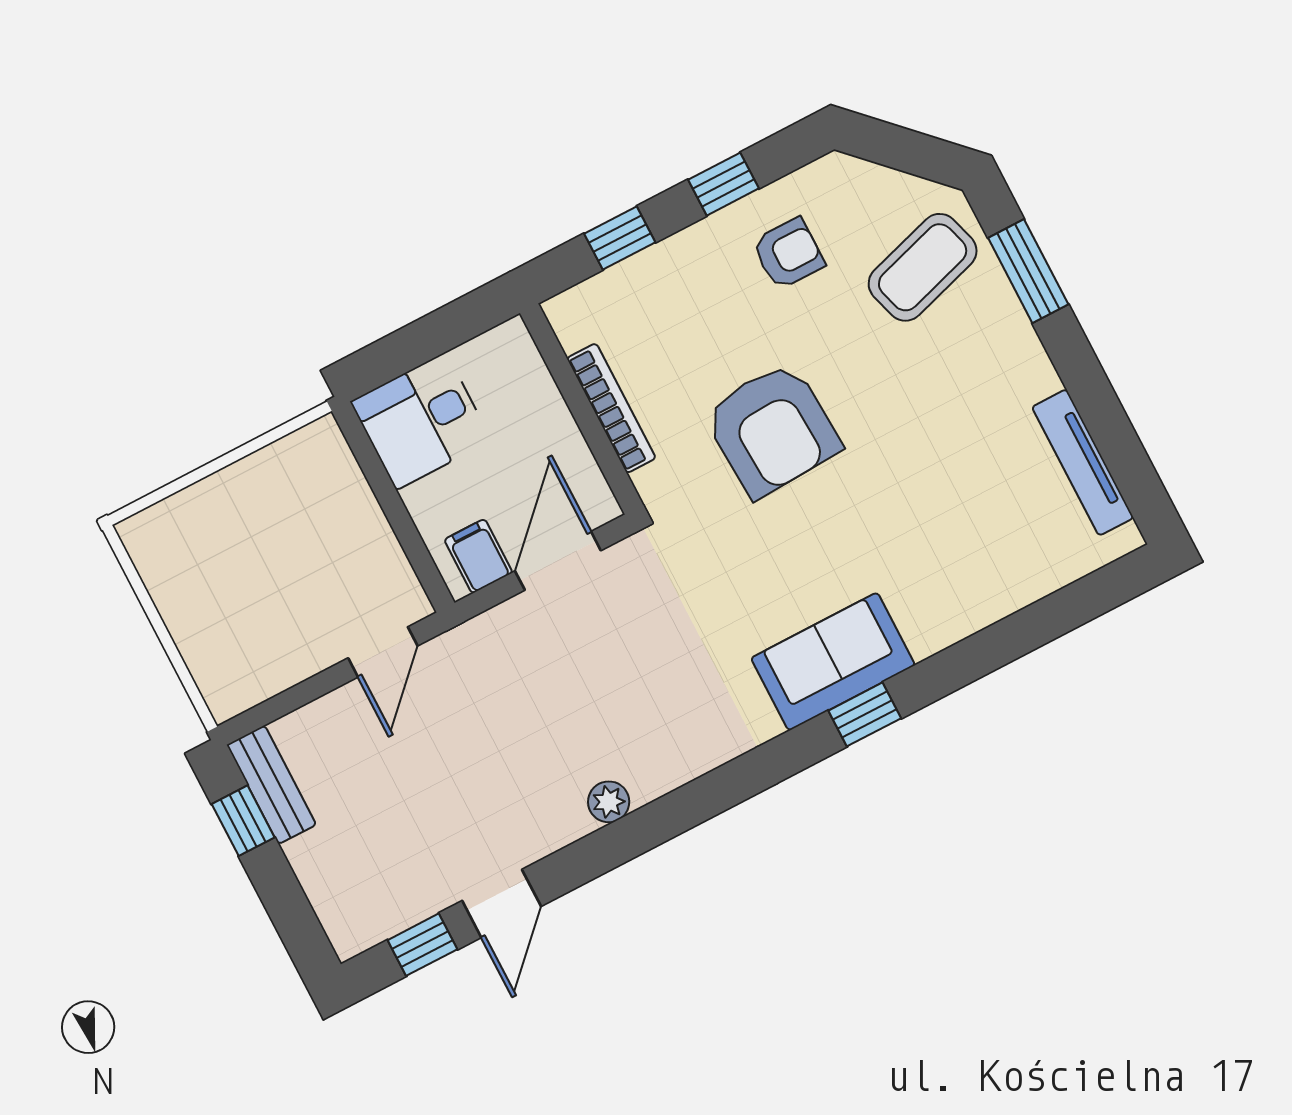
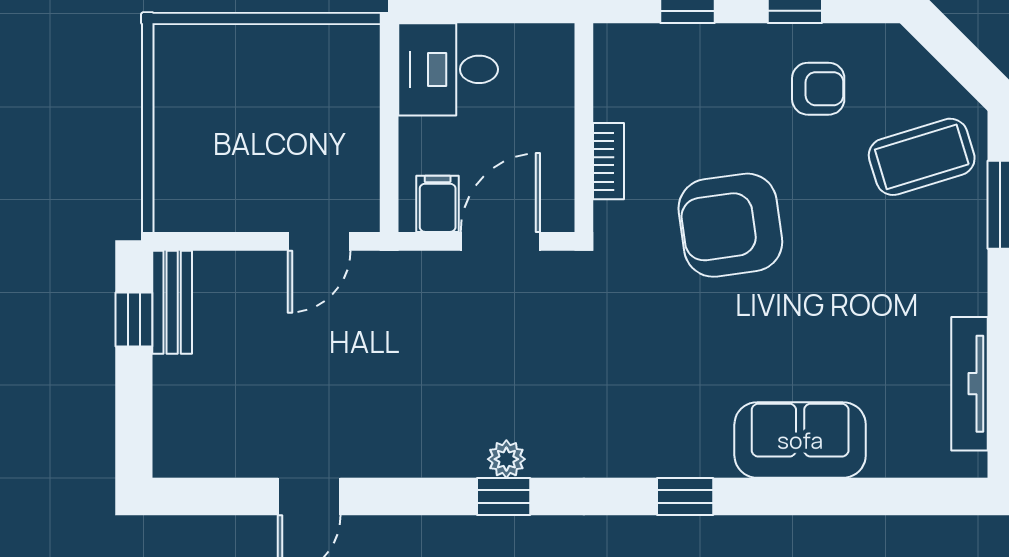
bookcase: (611, 408) -> (608, 161), width x0.64
armchair: (772, 430) -> (730, 225), turned 85
sofa: (833, 662) -> (800, 440), moved
plant: (609, 802) -> (506, 459), moved
window: (422, 945) -> (504, 496), moved

